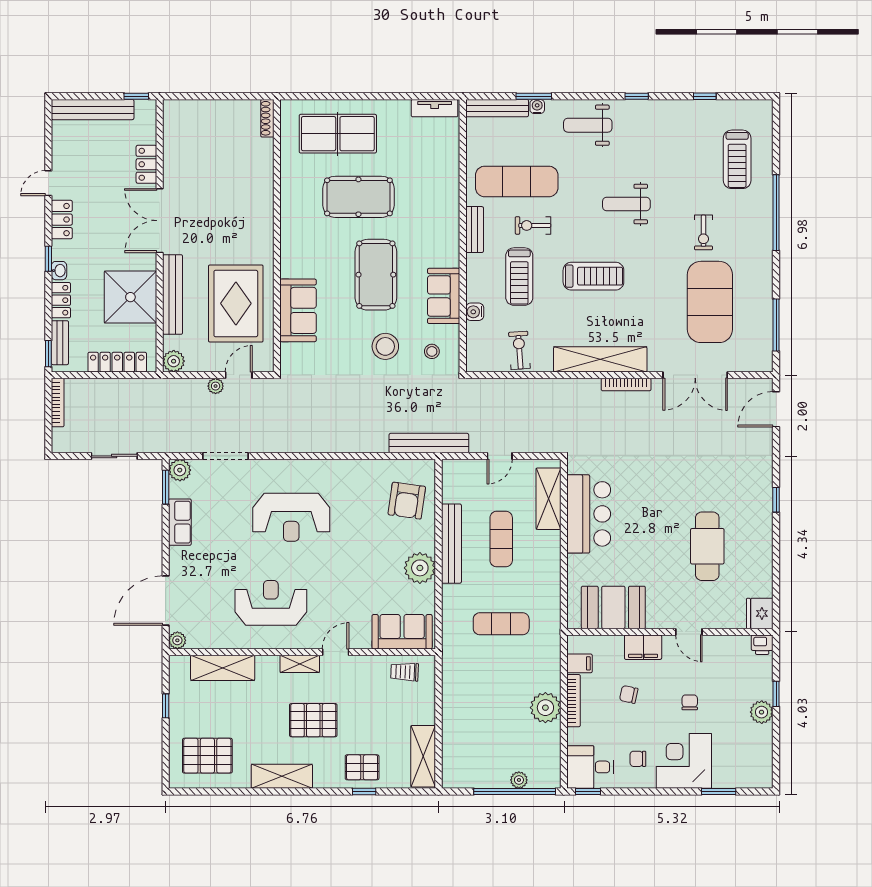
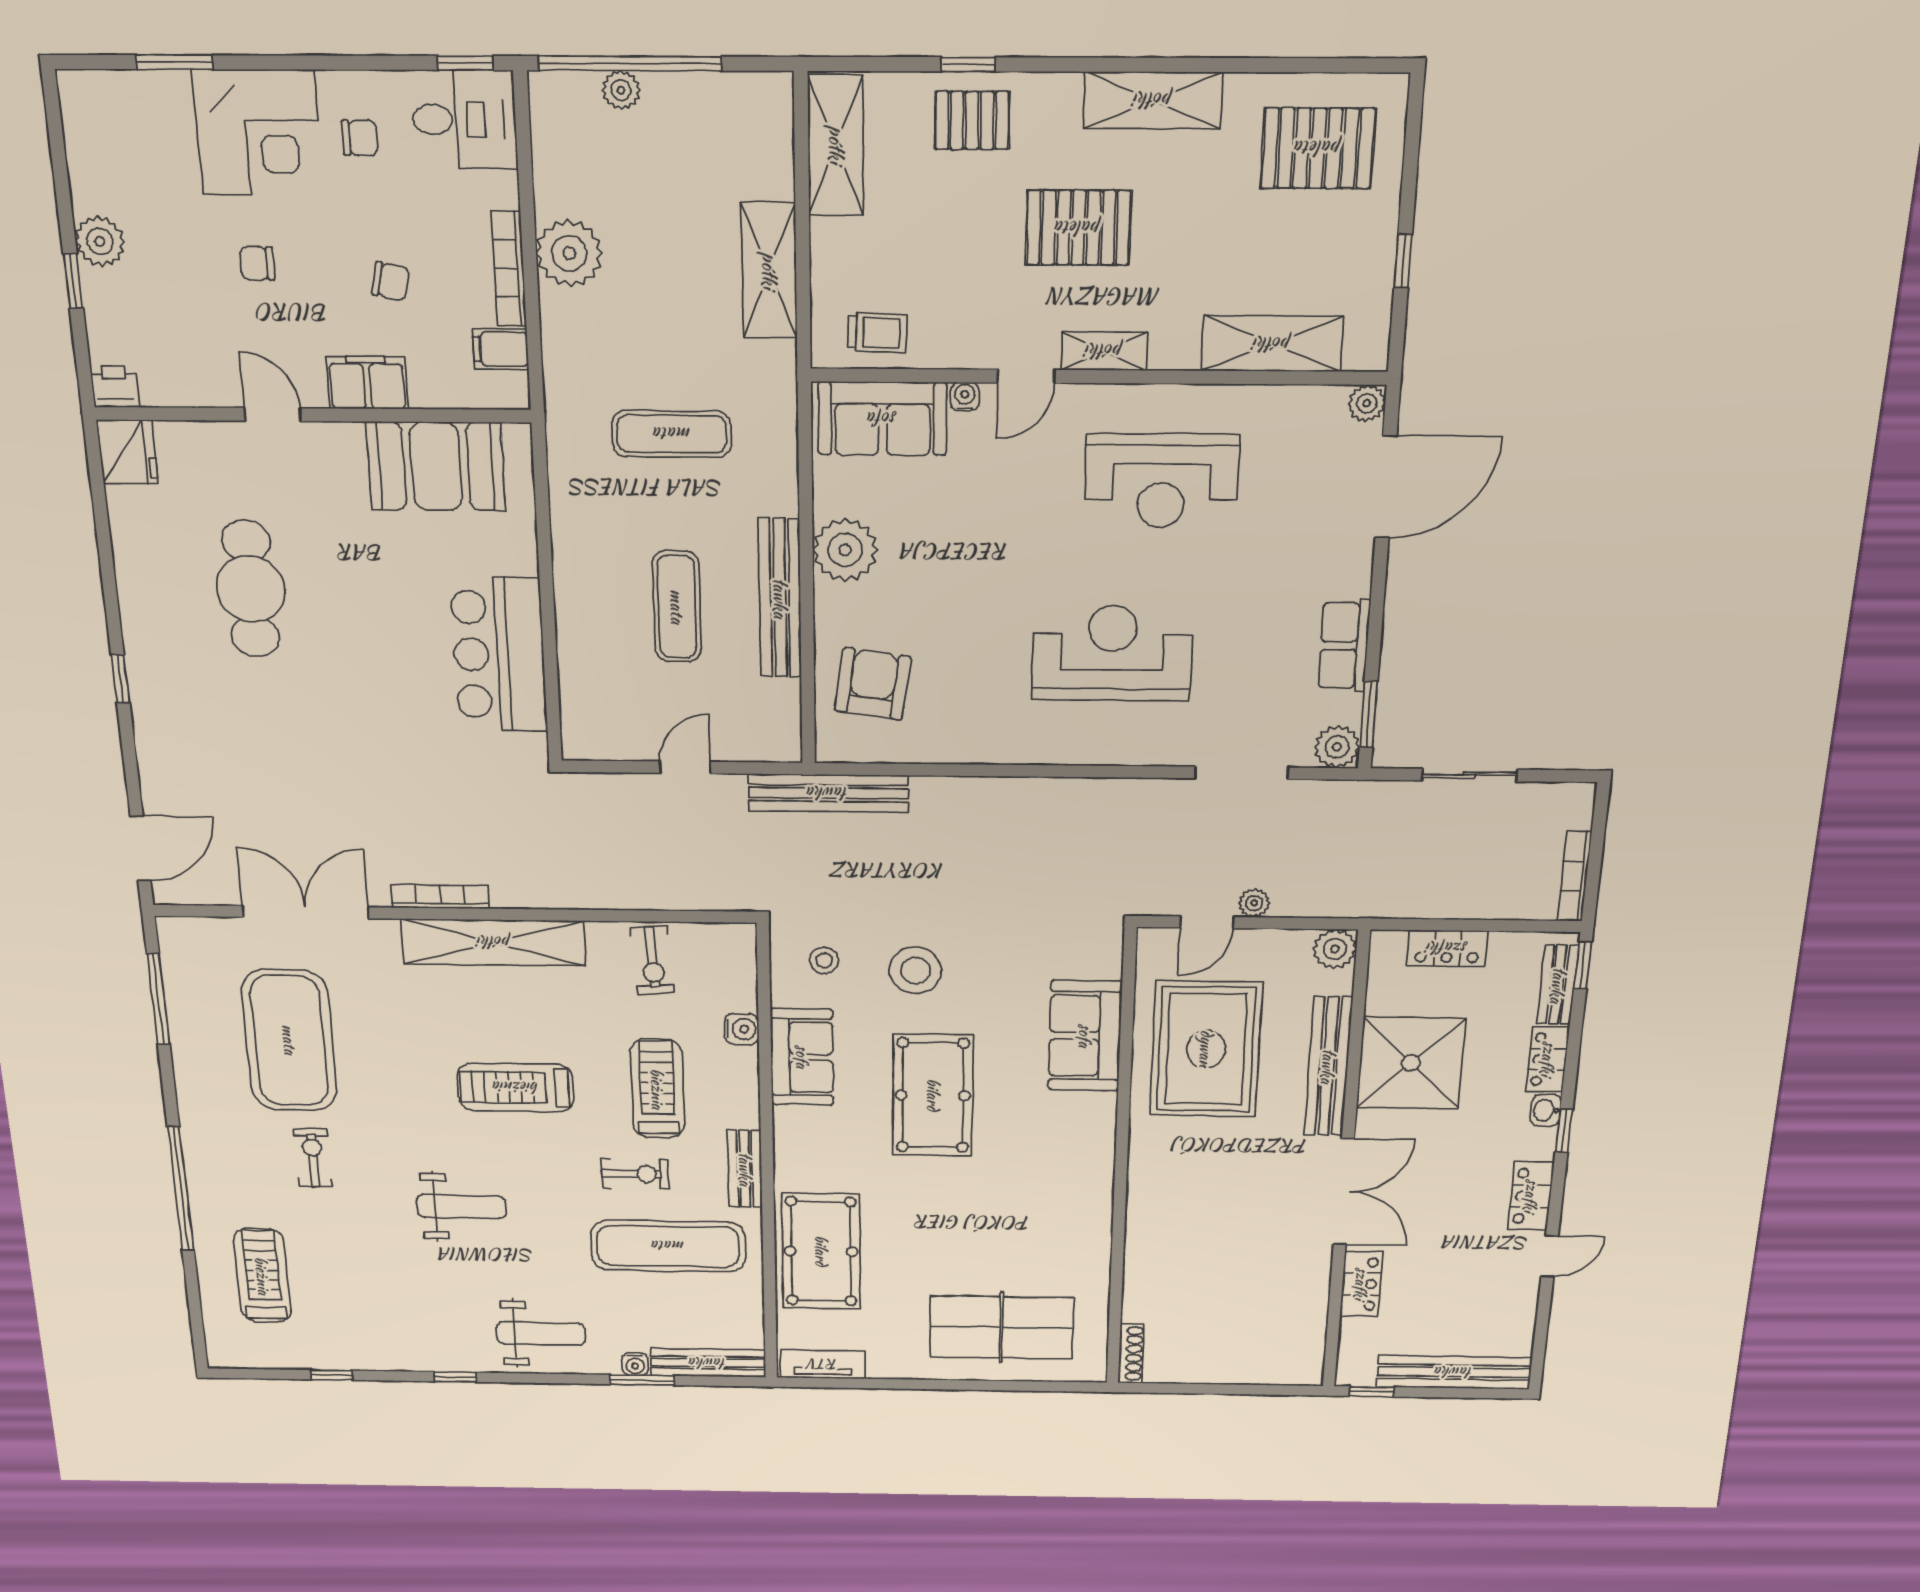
pool table: (358, 197) -> (821, 1251), moved, turned 90
locker: (117, 362) -> (1447, 948), width x0.66
shelving: (548, 499) -> (769, 271), moved
water cooler: (364, 642) -> (965, 397), added
chair: (690, 702) -> (257, 263), turned 90

